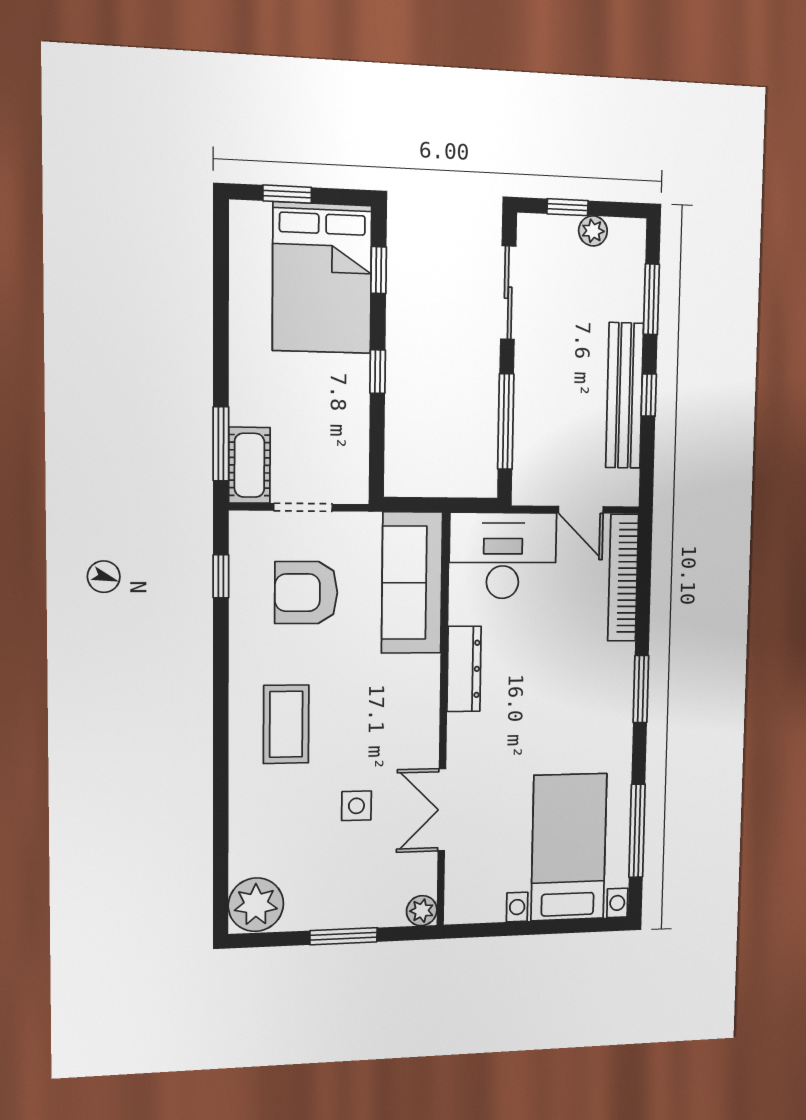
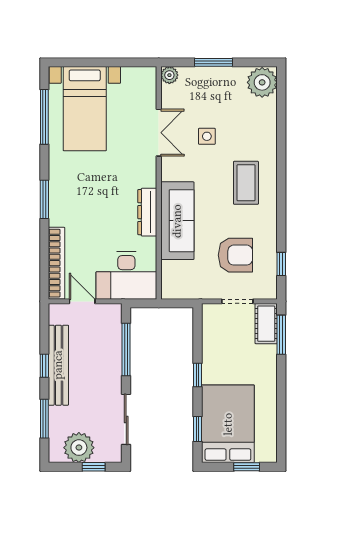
plant: (593, 231) -> (79, 448), width x1.88, depth x1.88
sofa: (412, 583) -> (177, 221), moved

